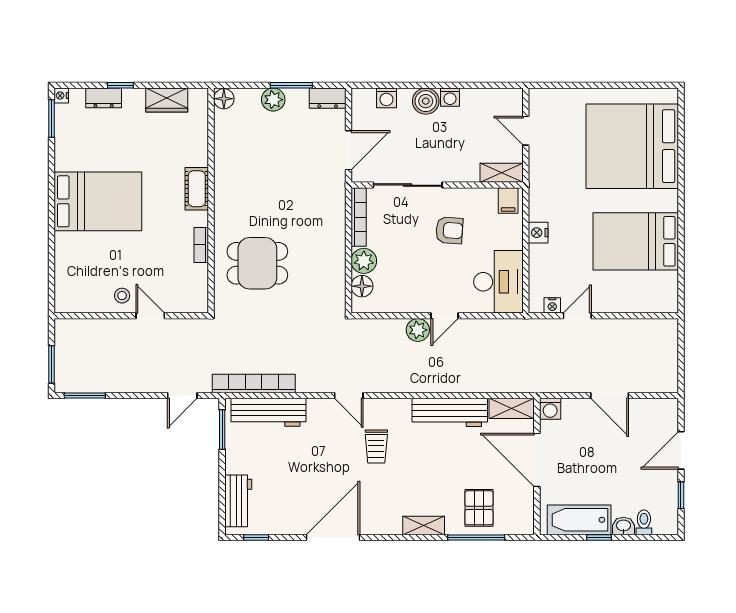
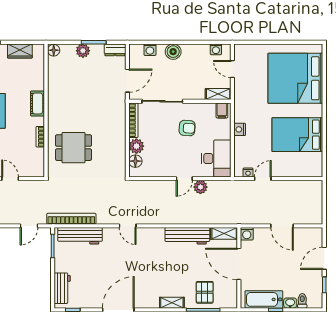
washing machine: (450, 97) -> (216, 49), moved
plant: (418, 330) -> (200, 187), moved
trolley: (376, 446) -> (144, 256), removed

